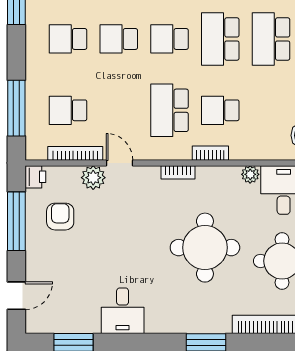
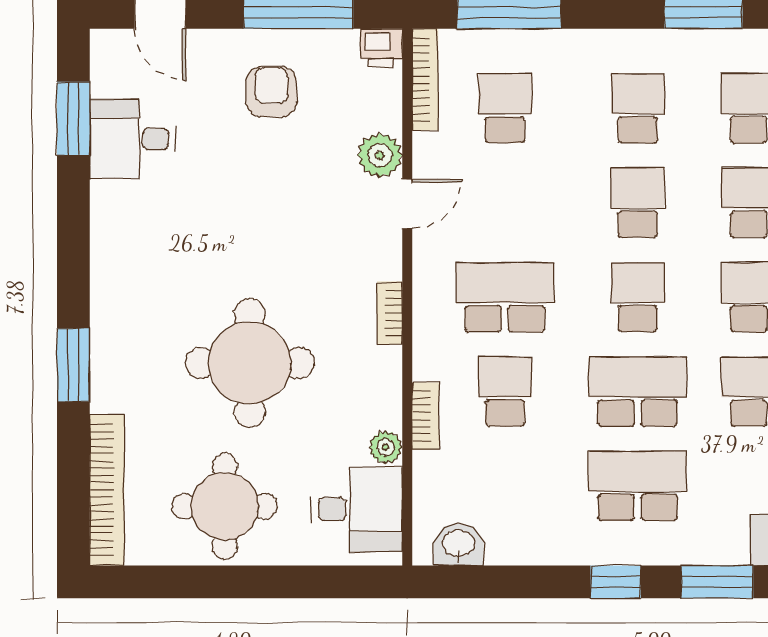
bookcase: (75, 153) -> (425, 79), moved
bookcase: (210, 153) -> (426, 416), moved
armchair: (60, 217) -> (271, 92), moved, turned -90
desk: (123, 311) -> (132, 139), moved

